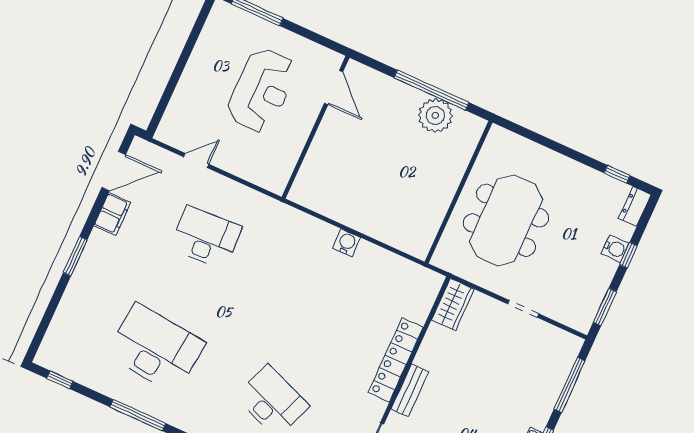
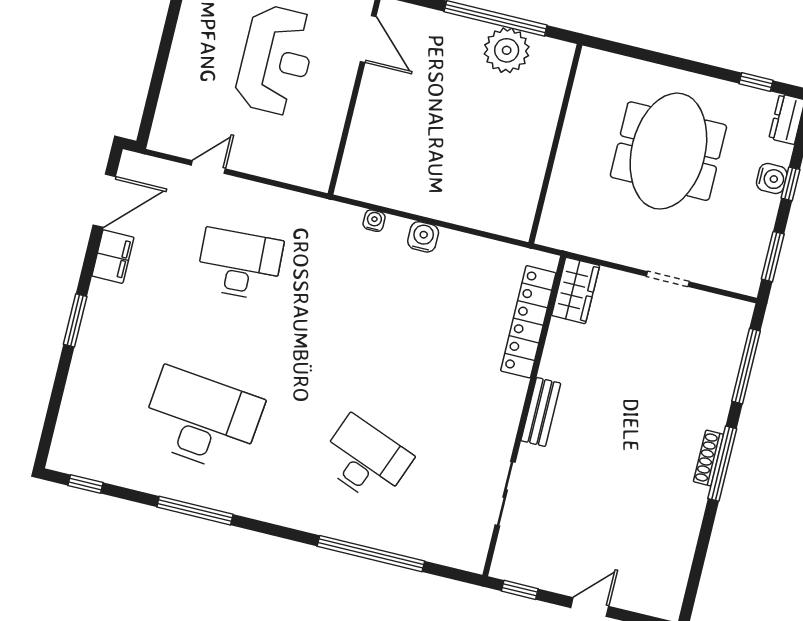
meeting table: (506, 220) -> (668, 151), moved
water cooler: (312, 224) -> (374, 221), added
locker: (396, 360) -> (528, 322), moved

